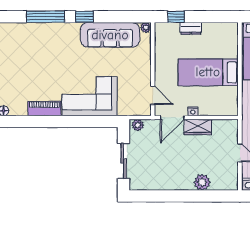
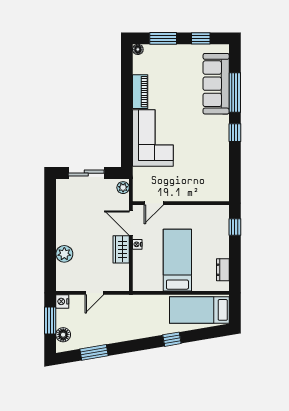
plant: (146, 28) -> (224, 196), removed
dresser: (191, 28) -> (223, 270), moved
sofa: (110, 35) -> (216, 84), moved

